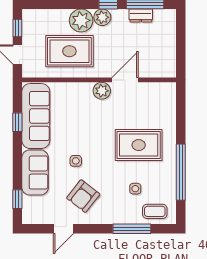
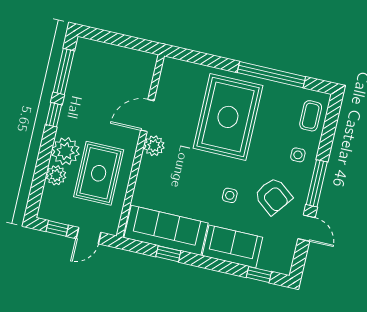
dresser: (141, 15) -> (76, 79), removed
plant: (102, 17) -> (56, 175), moved
door: (125, 80) -> (147, 115), hinge flipped
rug: (139, 145) -> (228, 117), width x1.37, depth x1.44
side table: (135, 189) -> (298, 155), moved
window: (132, 229) -> (317, 183), moved

